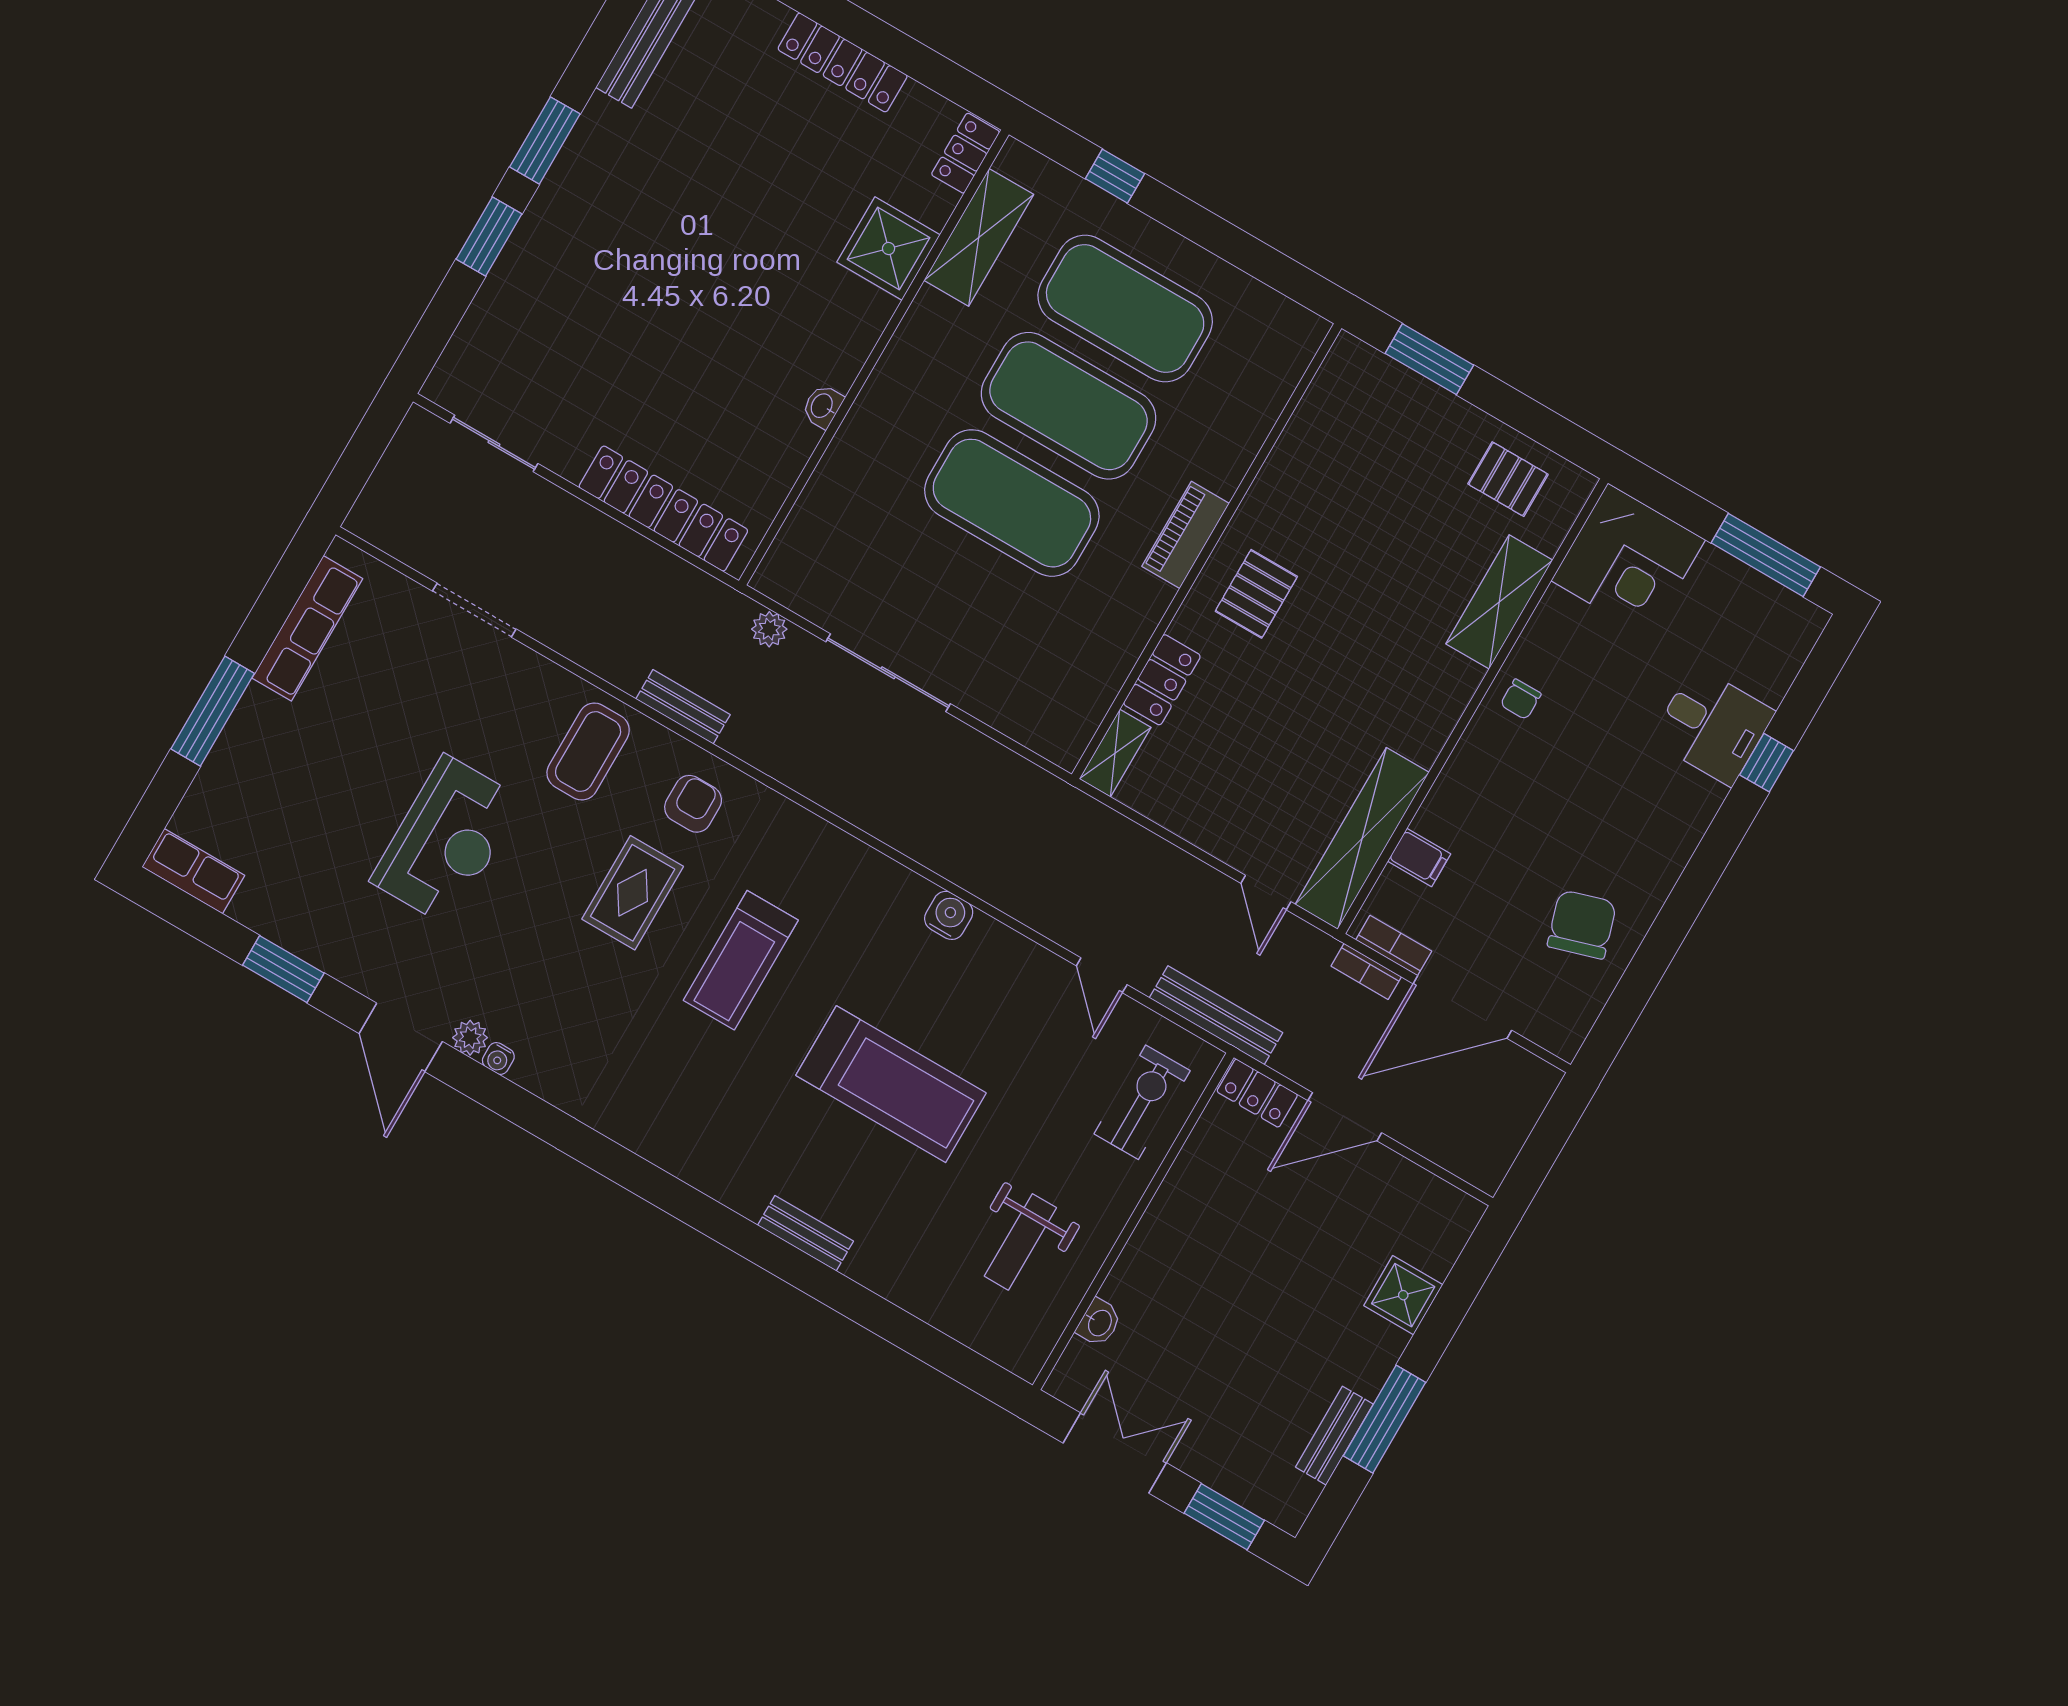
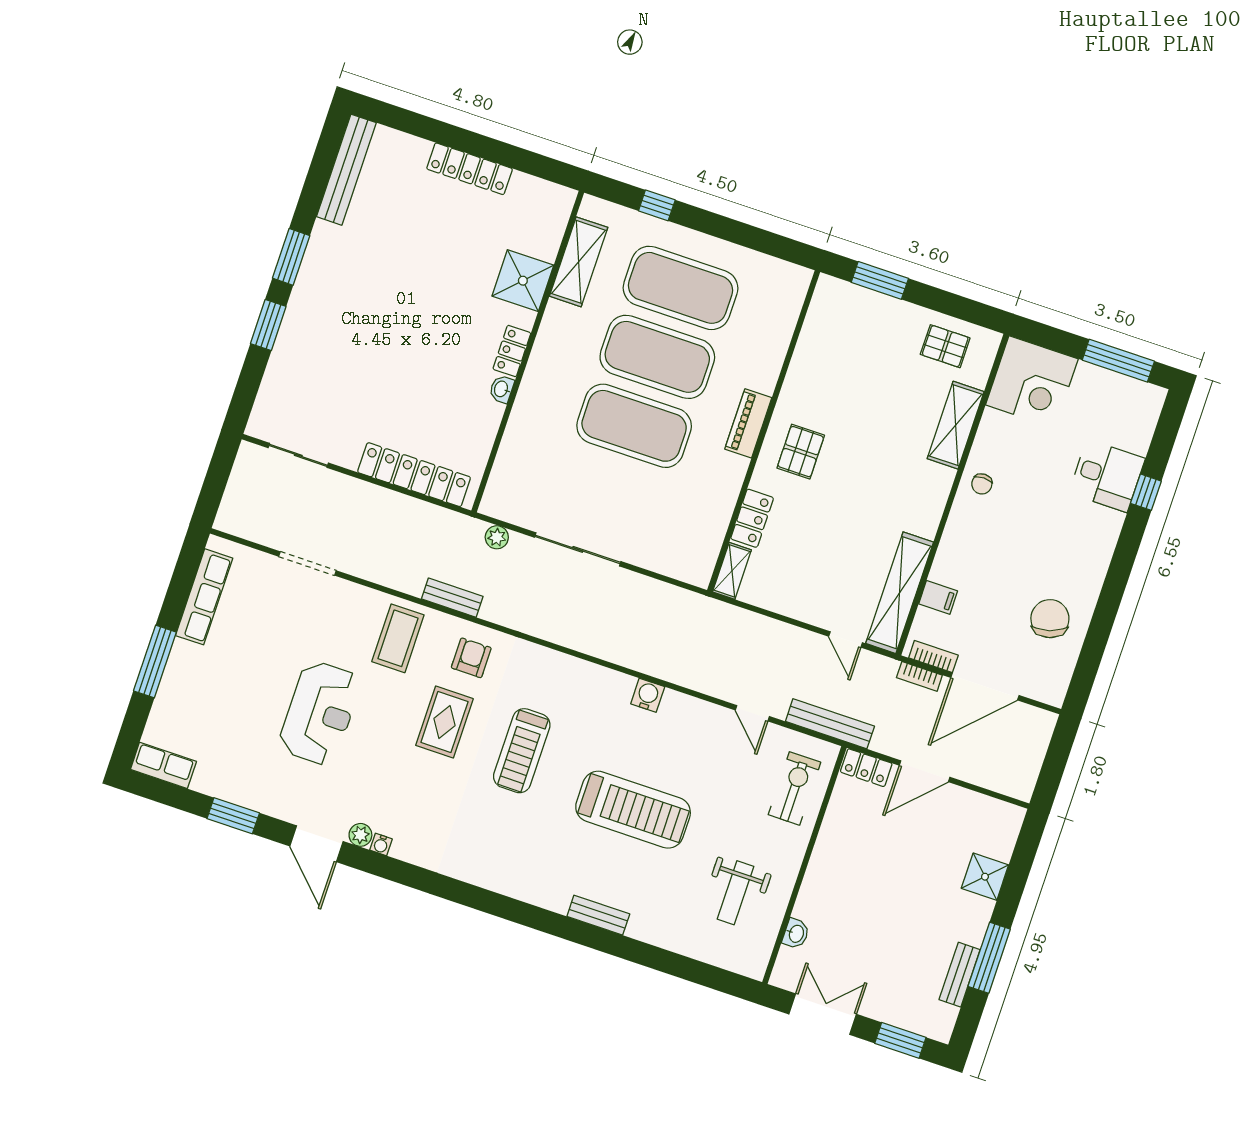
locker: (966, 153) -> (512, 351), moved

